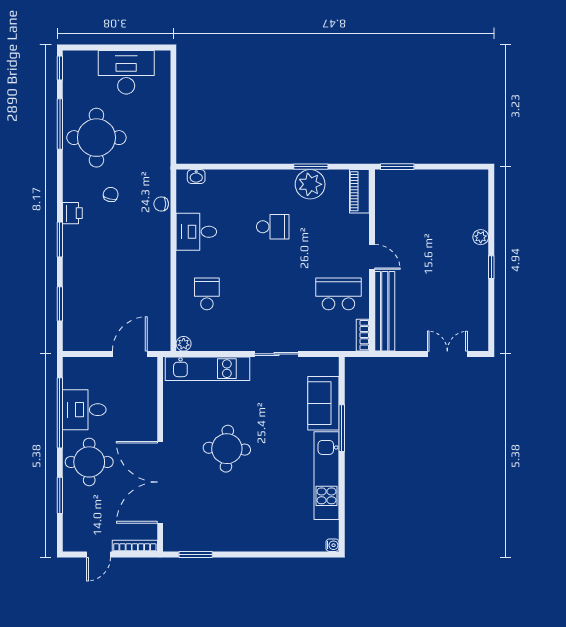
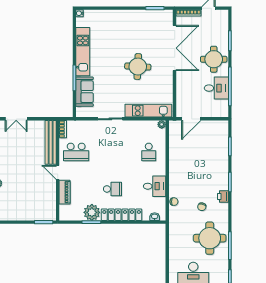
locker: (256, 180) -> (122, 215), added
piano: (359, 191) -> (65, 192), moved
school desk: (273, 227) -> (112, 189), turned 180

